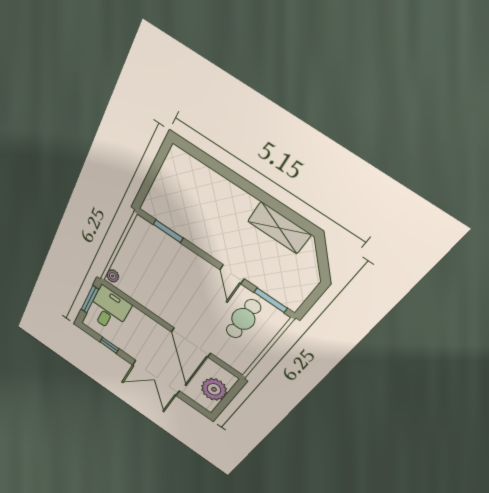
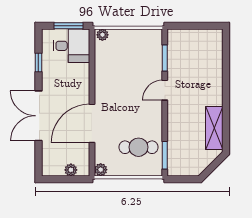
door: (232, 274) -> (165, 90), moved
plant: (241, 366) -> (101, 170), added
plant: (214, 389) -> (71, 170), width x0.53, depth x0.53

